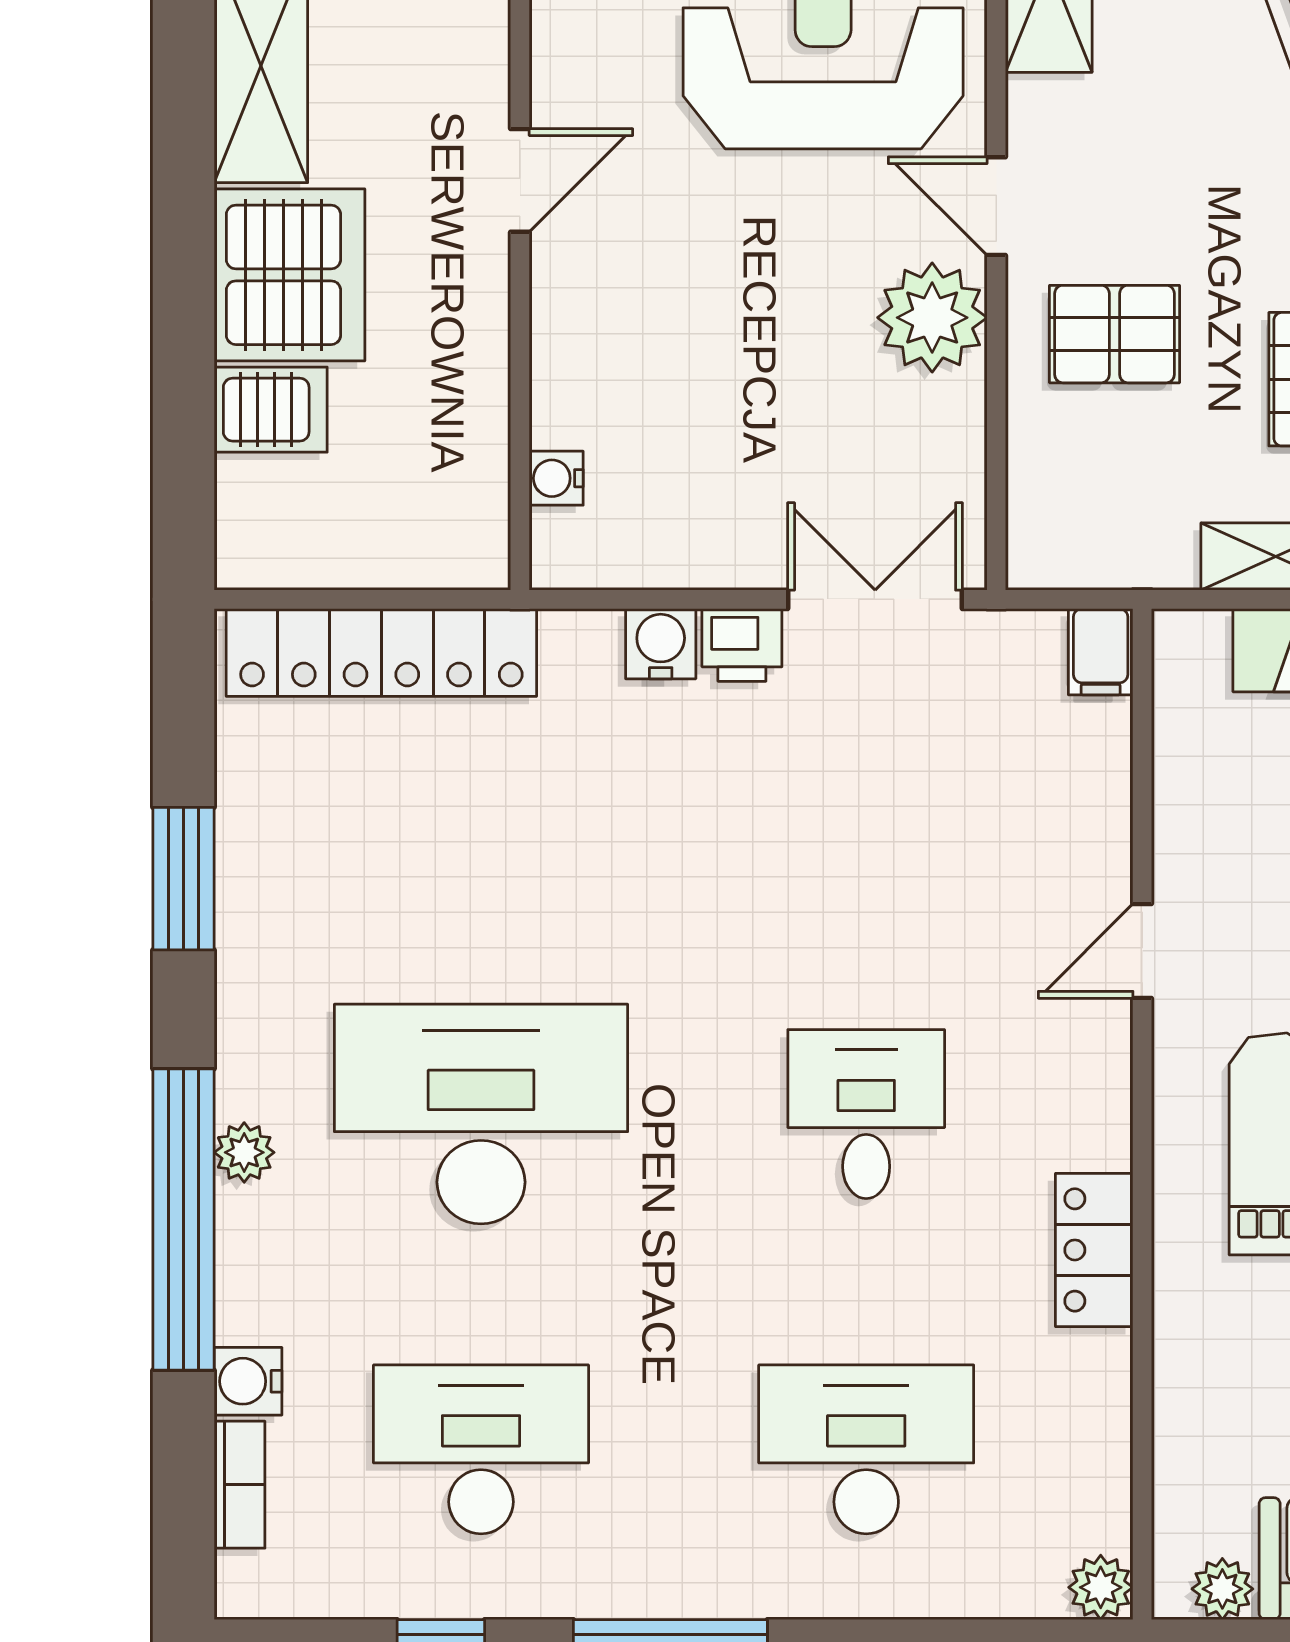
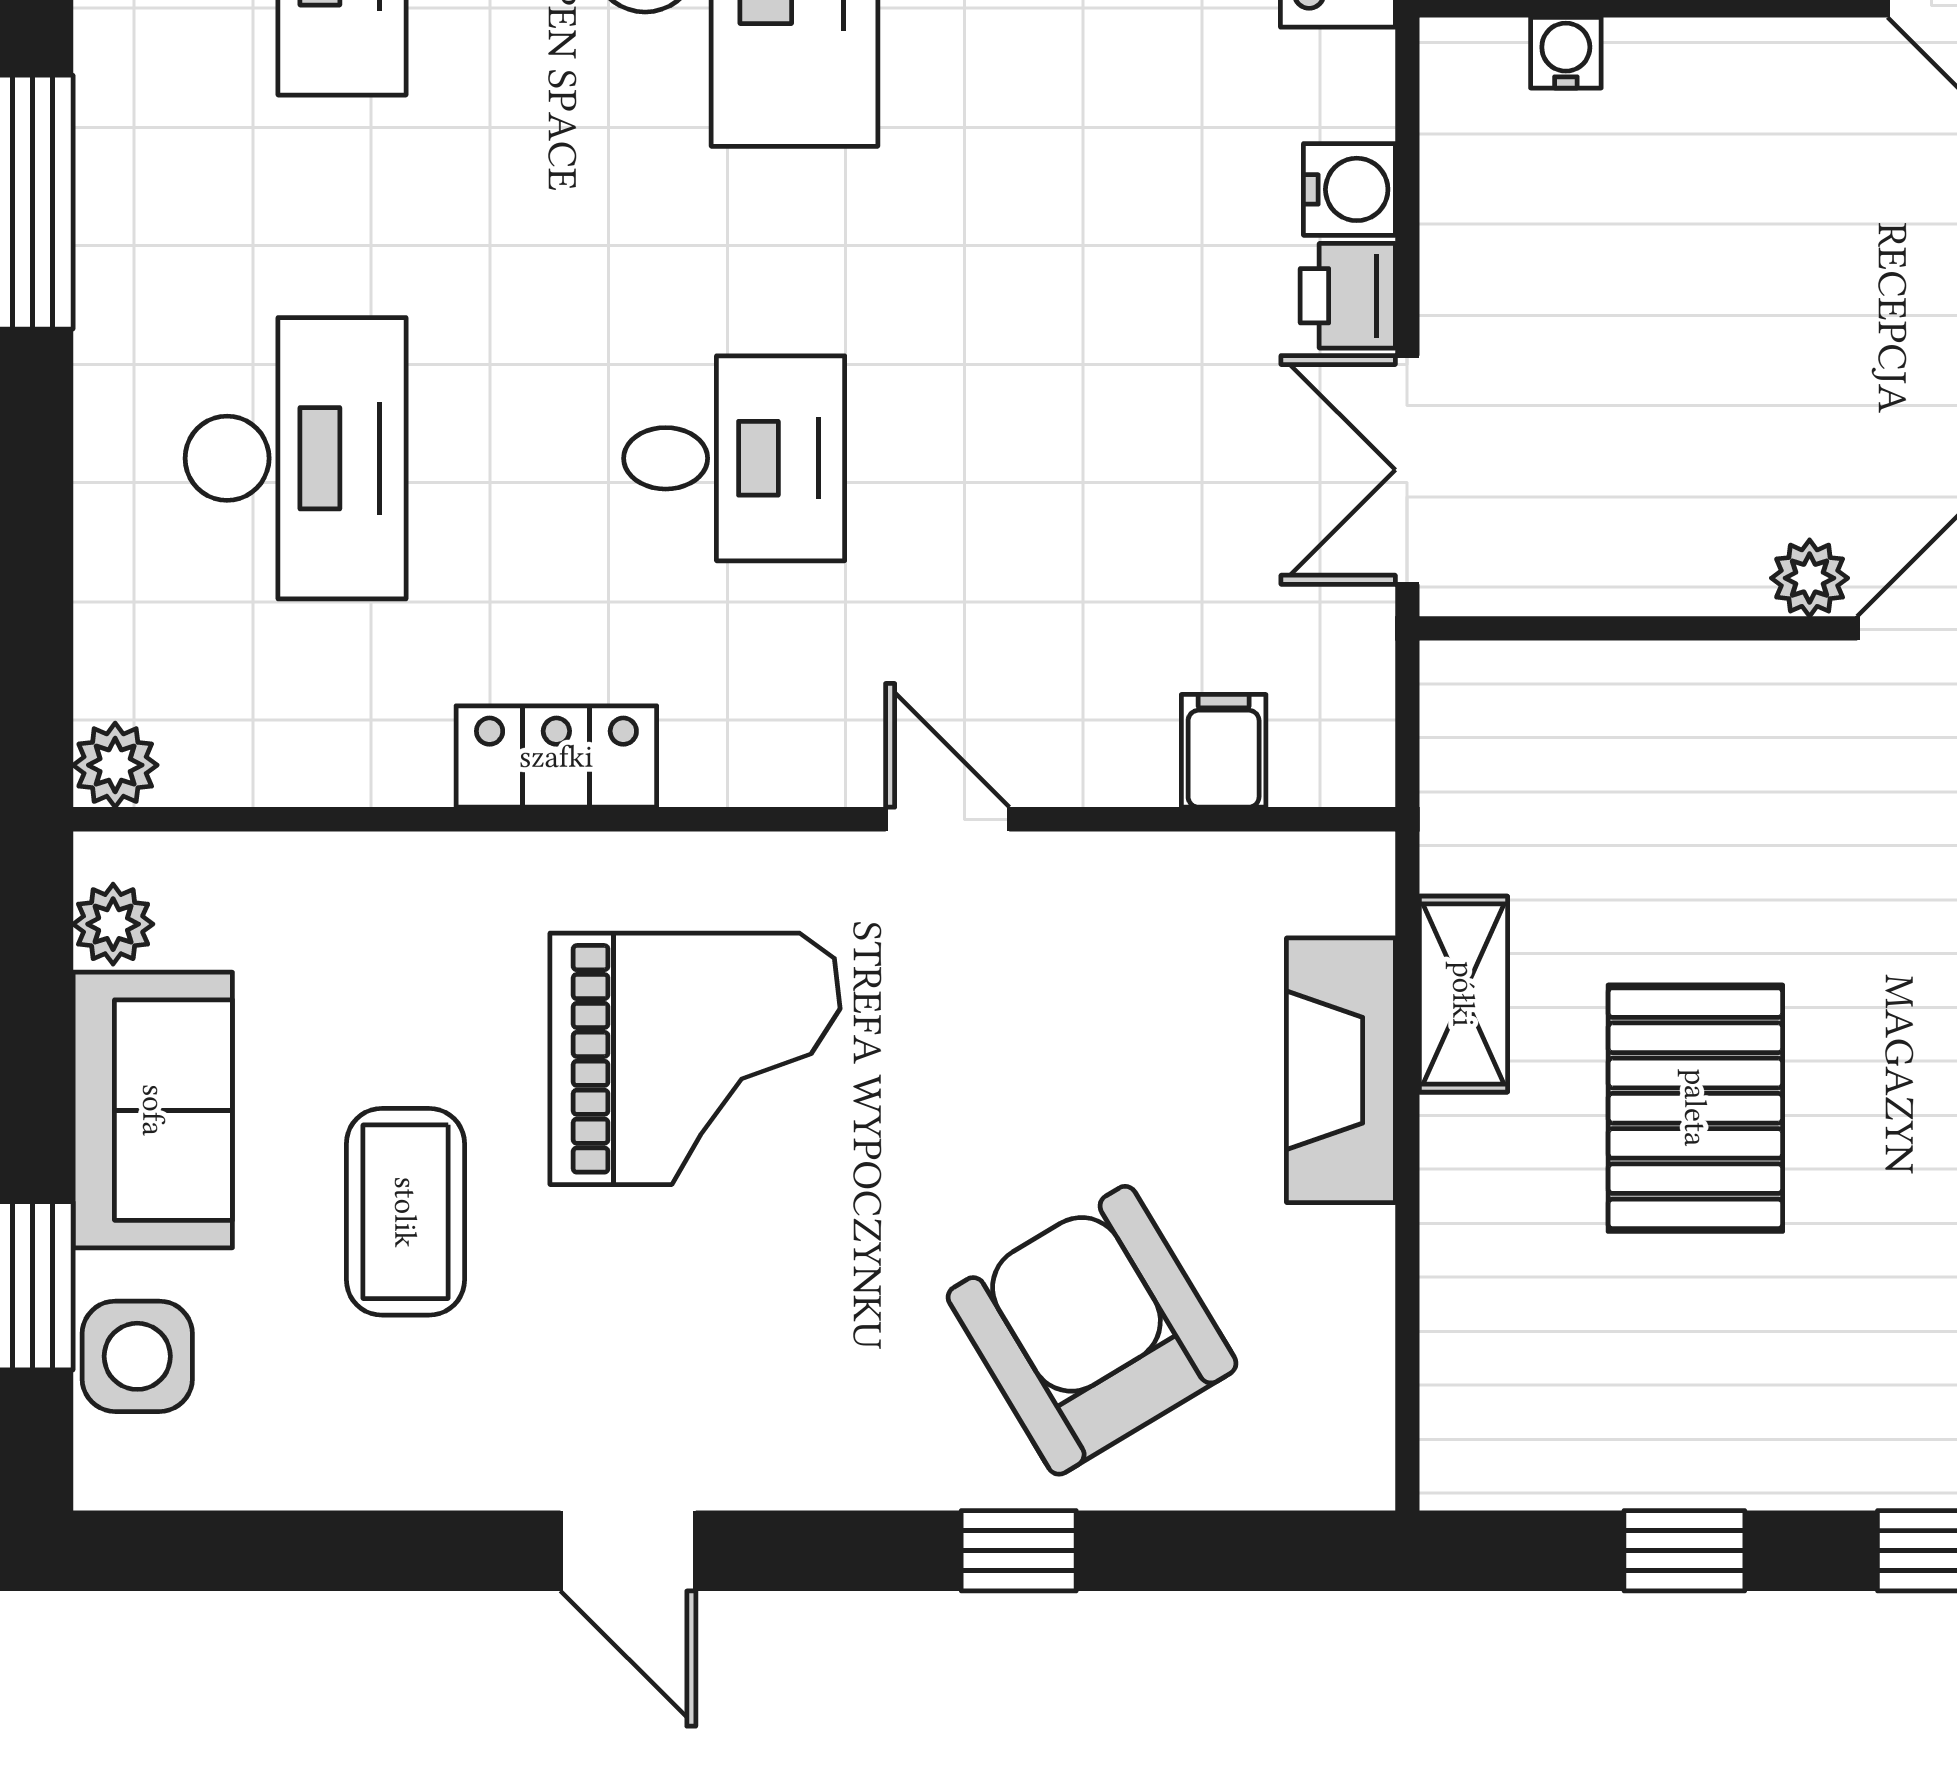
plant: (932, 318) -> (1810, 578), width x0.53, depth x0.53
pallet: (1114, 334) -> (1754, 783), removed
double door: (875, 599) -> (1407, 470), swing flipped
filing cabinet: (1101, 652) -> (1224, 751), moved, turned 90

